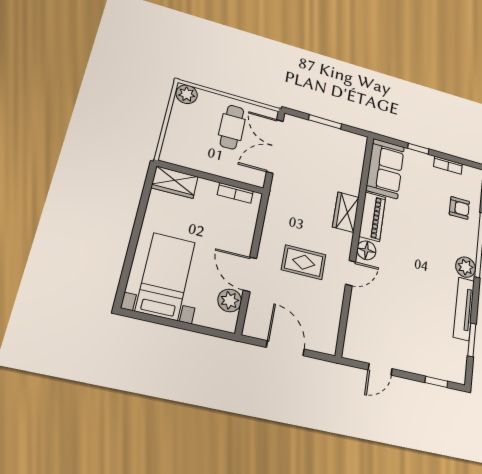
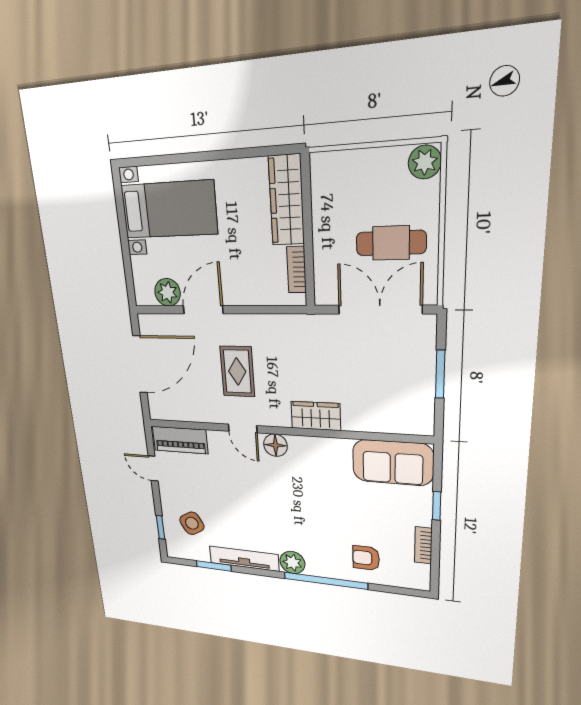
wardrobe: (175, 182) -> (286, 200), width x1.50
armchair: (459, 208) -> (366, 558), turned 90
piano: (372, 217) -> (180, 440), moved
door: (285, 348) -> (140, 364), width x1.36
side table: (432, 348) -> (192, 523), added

